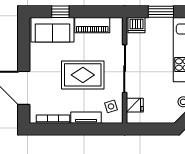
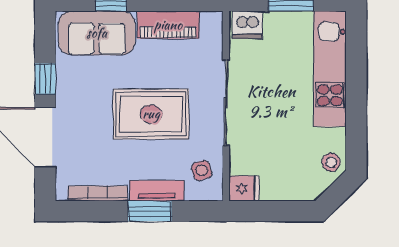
window: (24, 55) -> (45, 79), added
fridge: (135, 105) -> (244, 188), moved
window: (82, 129) -> (150, 211), added

